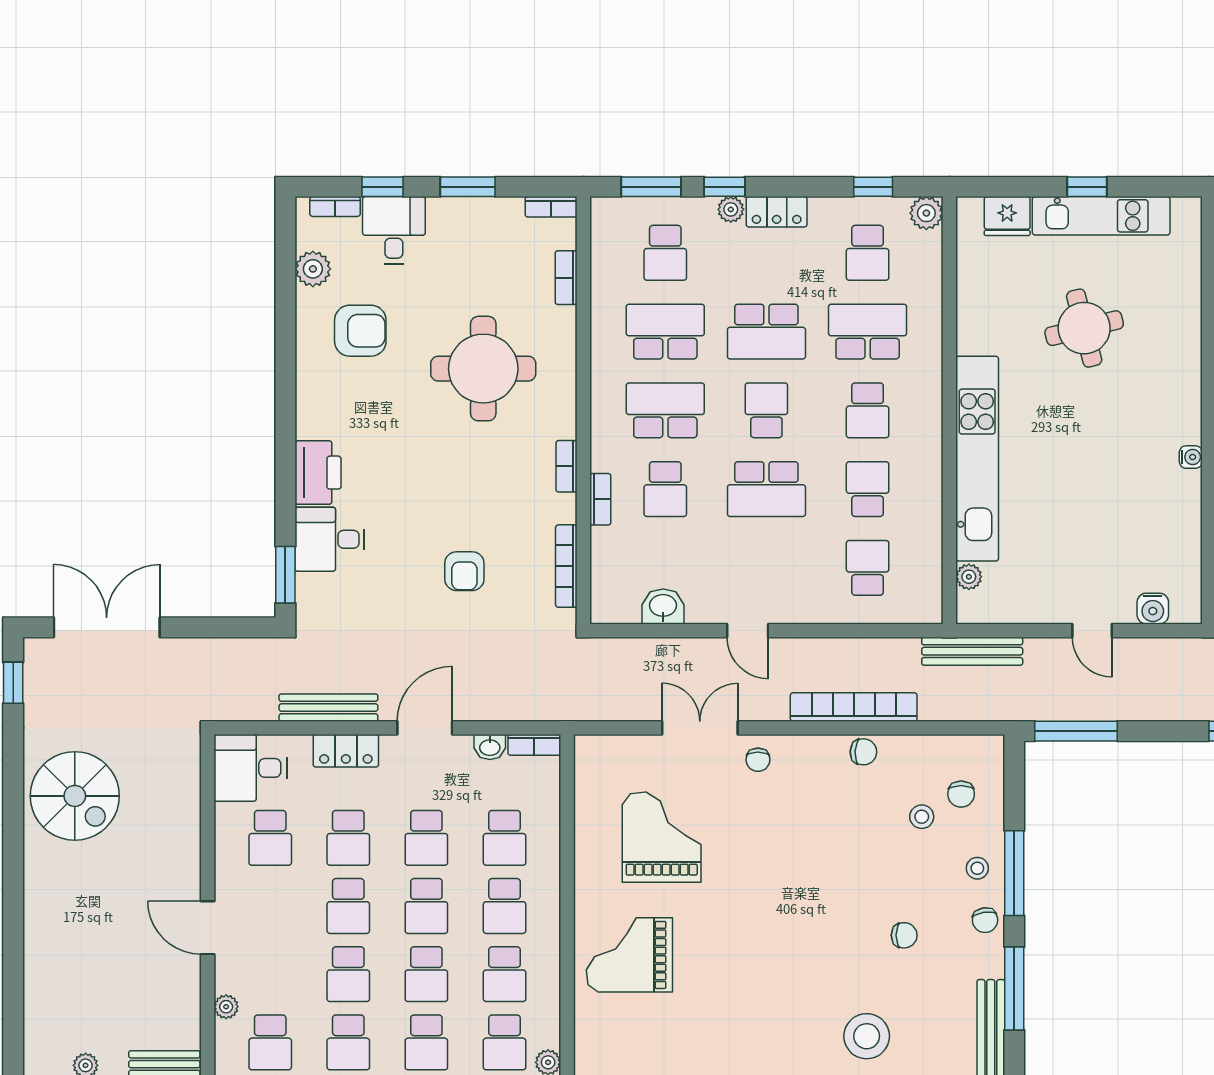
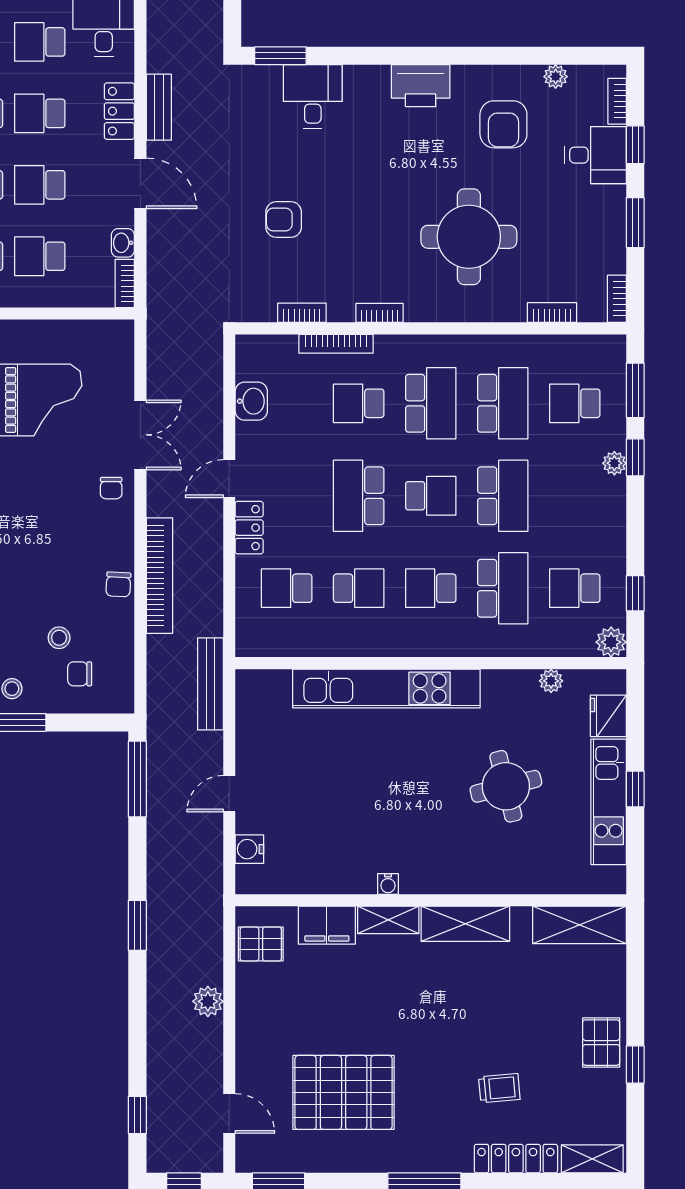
locker: (777, 212) -> (249, 528), moved, turned 180
plant: (313, 269) -> (556, 77), width x0.73, depth x0.73
school desk: (766, 332) -> (503, 496), turned 180
printer: (318, 473) -> (421, 86), moved
bookcase: (600, 499) -> (336, 344), width x1.56
bookcase: (566, 566) -> (302, 313), width x0.64
school desk: (868, 568) -> (287, 588), turned 180
plant: (969, 577) -> (551, 681), moved
bench: (328, 708) -> (159, 107), width x0.73
chair: (758, 760) -> (111, 488), turned -90

